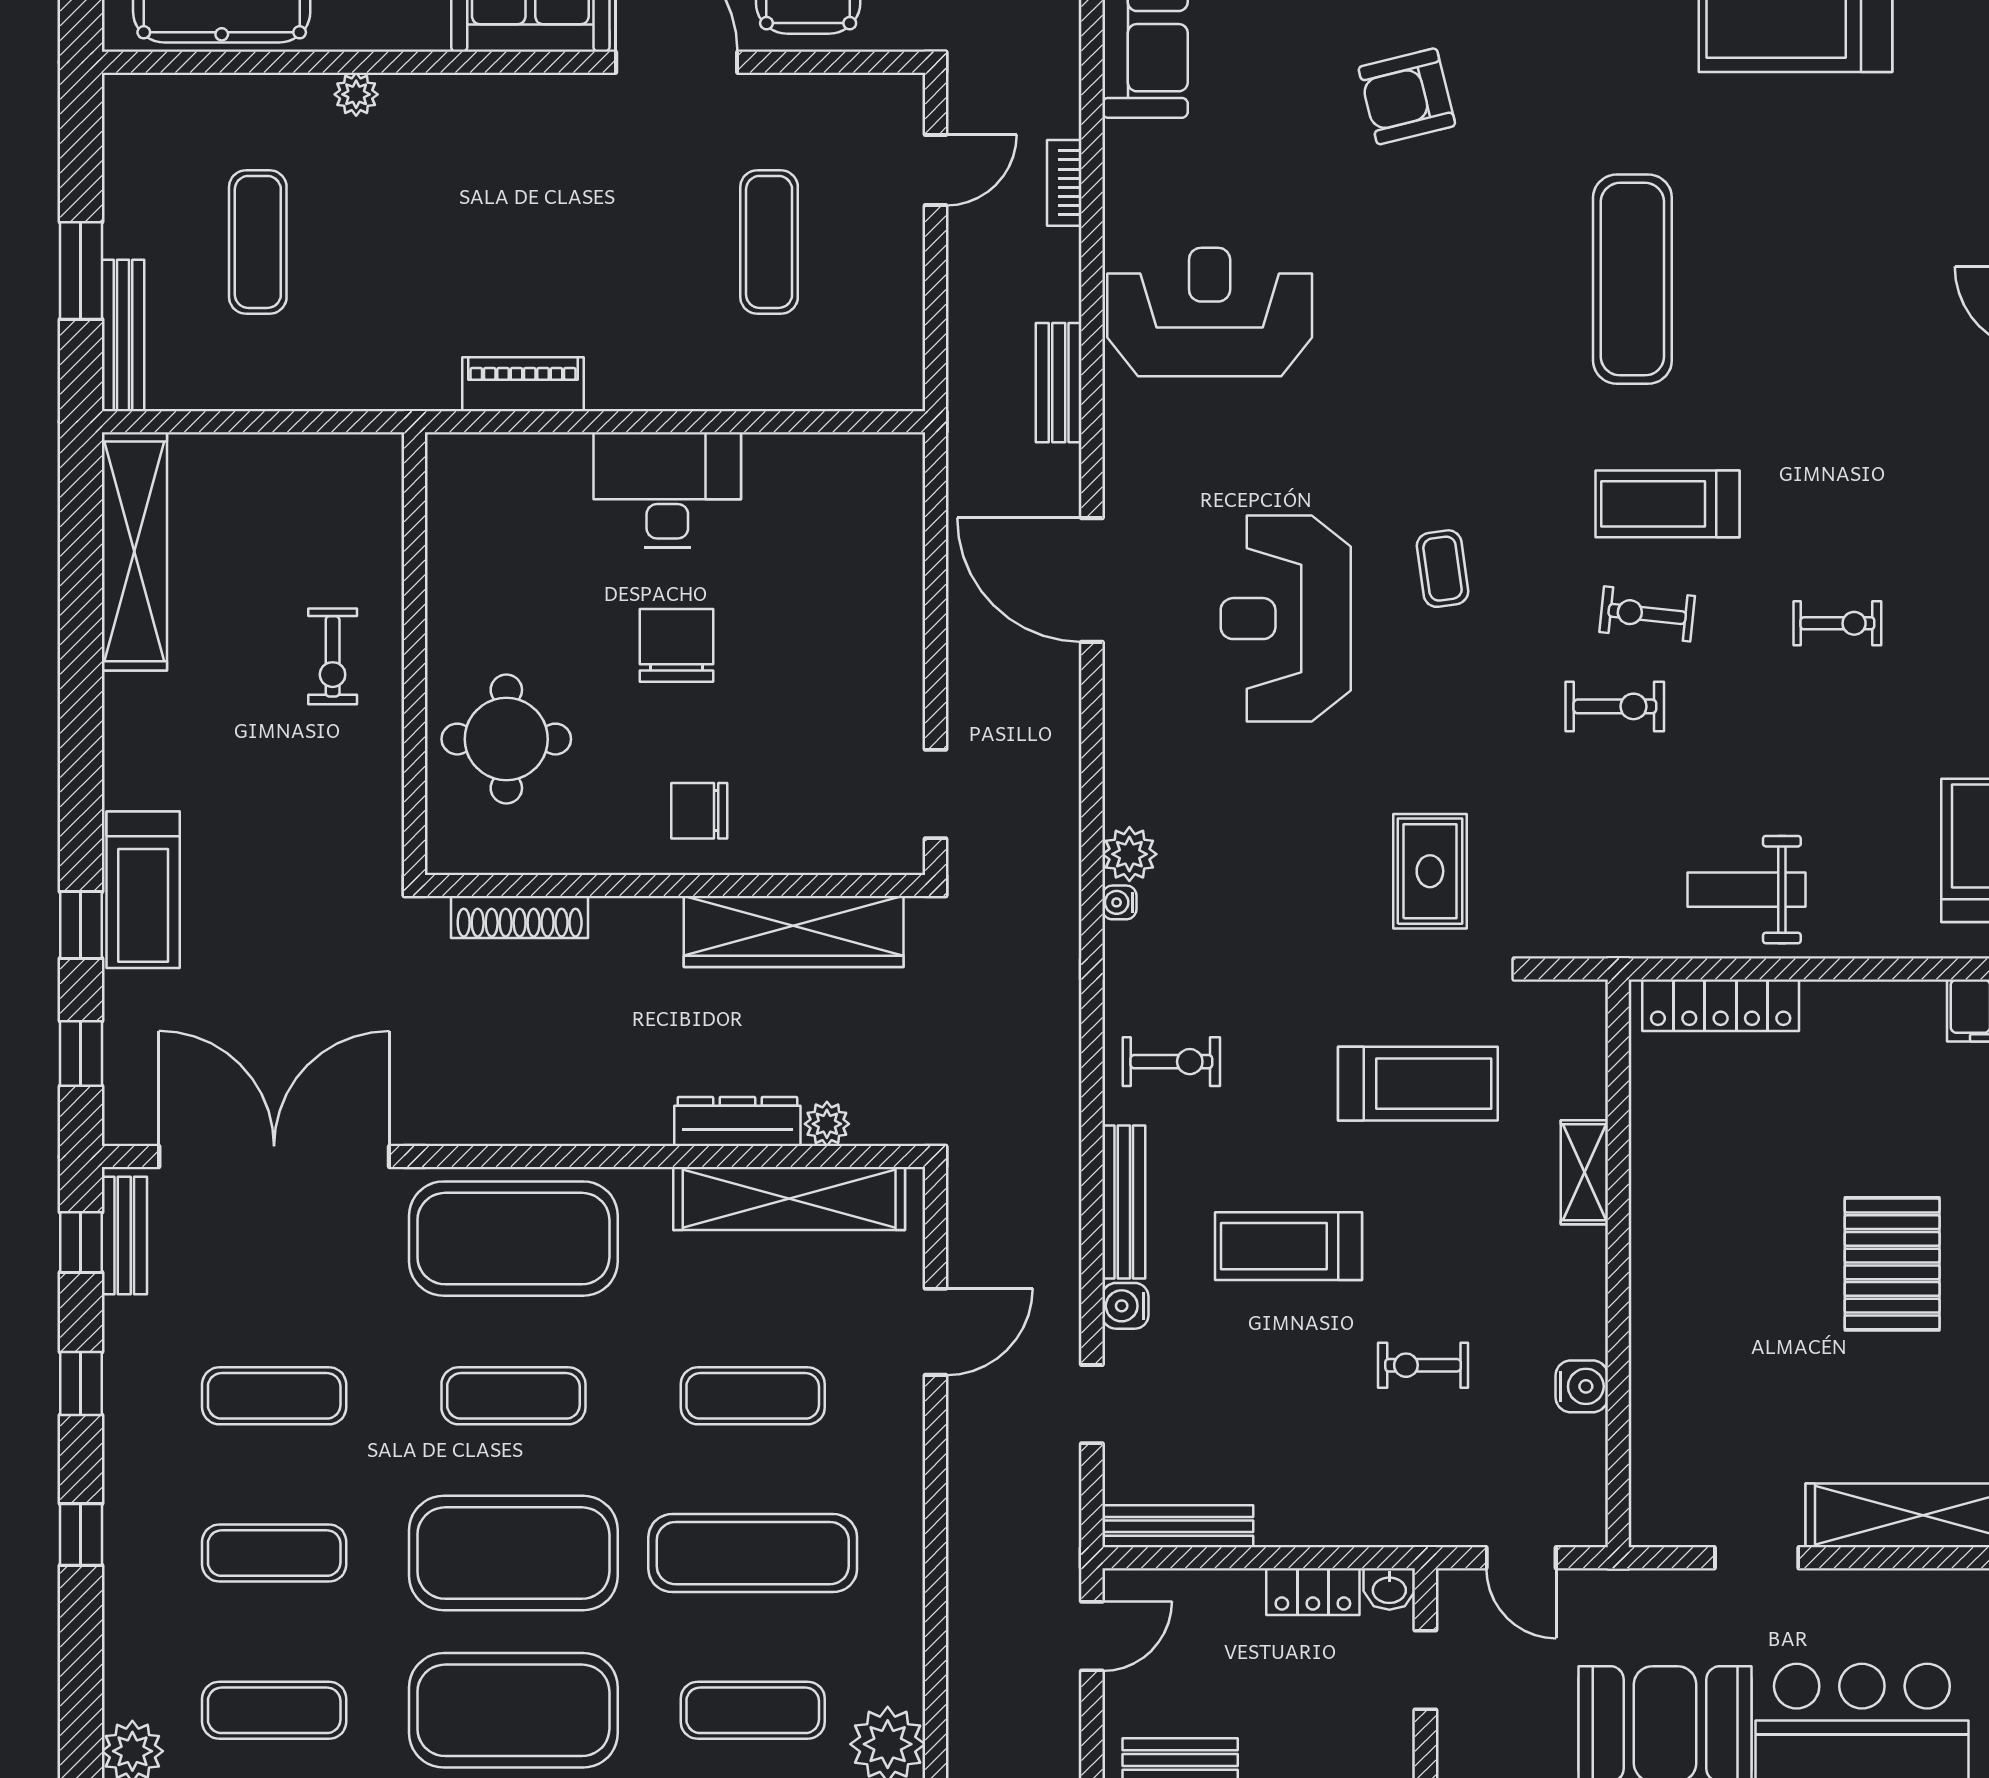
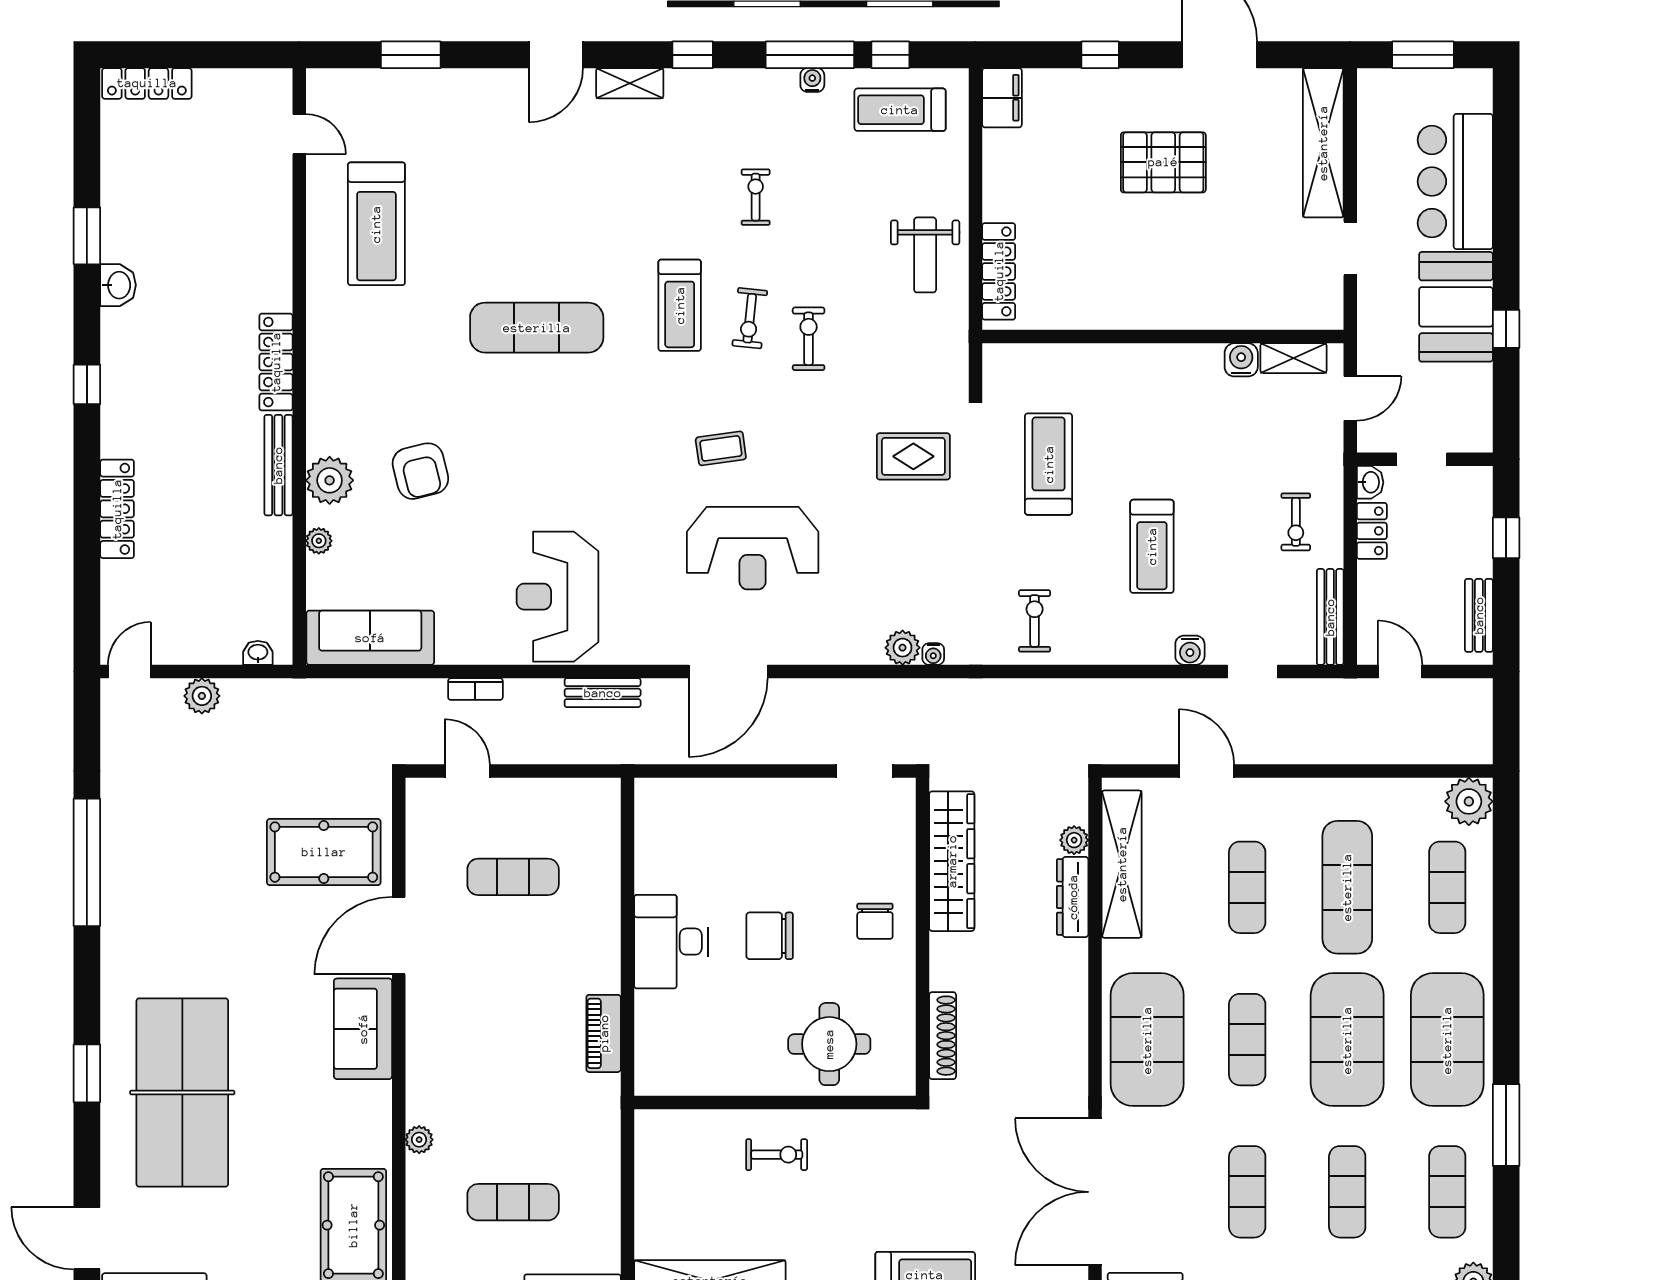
shelving: (1584, 1172) -> (1294, 358), moved
bench: (1124, 1202) -> (1124, 651), removed
exercise bike: (1423, 1365) -> (1296, 522), moved

